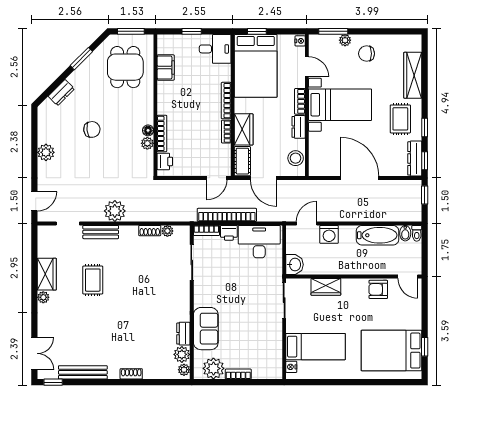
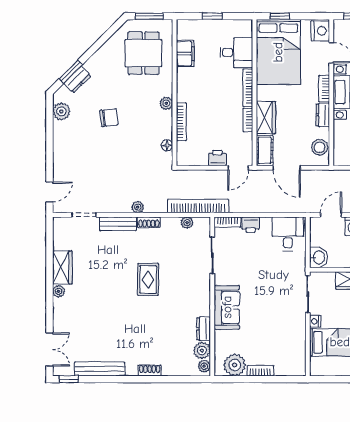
nightstand: (300, 41) -> (320, 31), width x1.89, depth x1.79
desk: (215, 49) -> (236, 52), moved
window: (81, 59) -> (71, 72), moved
floor lamp: (148, 130) -> (167, 145), moved
plant: (147, 143) -> (166, 103), moved
plant: (46, 152) -> (61, 111), moved
printer: (165, 161) -> (217, 158), moved, turned -90
plant: (115, 211) -> (138, 207), width x0.53, depth x0.53
bookcase: (227, 215) -> (198, 206), moved
shoe rack: (150, 231) -> (149, 222), moved
desk: (259, 242) -> (288, 234), width x0.73
rug: (93, 280) -> (148, 279), moved
sofa: (206, 329) -> (227, 307), moved
nightstand: (291, 367) -> (315, 321), moved

